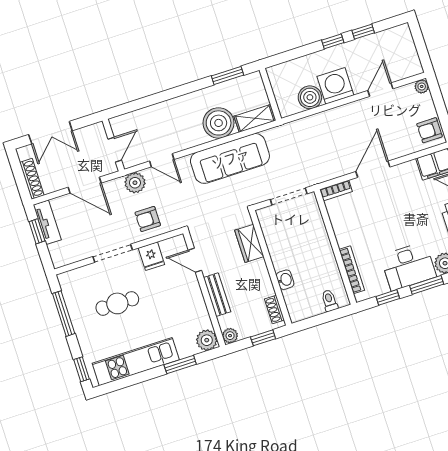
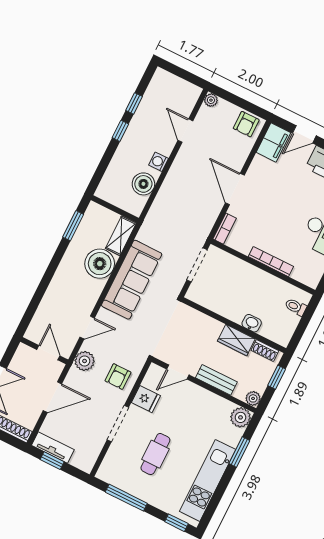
washing machine: (335, 86) -> (159, 162), width x0.53, depth x0.53
wardrobe: (249, 243) -> (236, 340), moved
bookcase: (352, 270) -> (271, 262), moved

